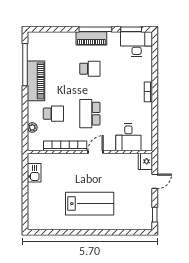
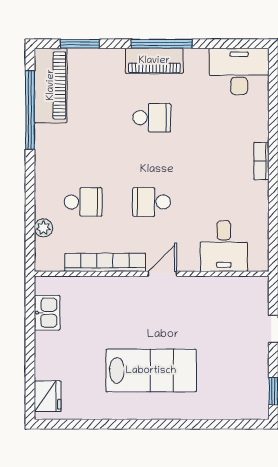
window: (131, 29) -> (80, 44), moved
piano: (36, 81) -> (51, 85), moved
school desk: (90, 114) -> (152, 202), width x0.54
fridge: (145, 161) -> (48, 396), moved, turned 180

